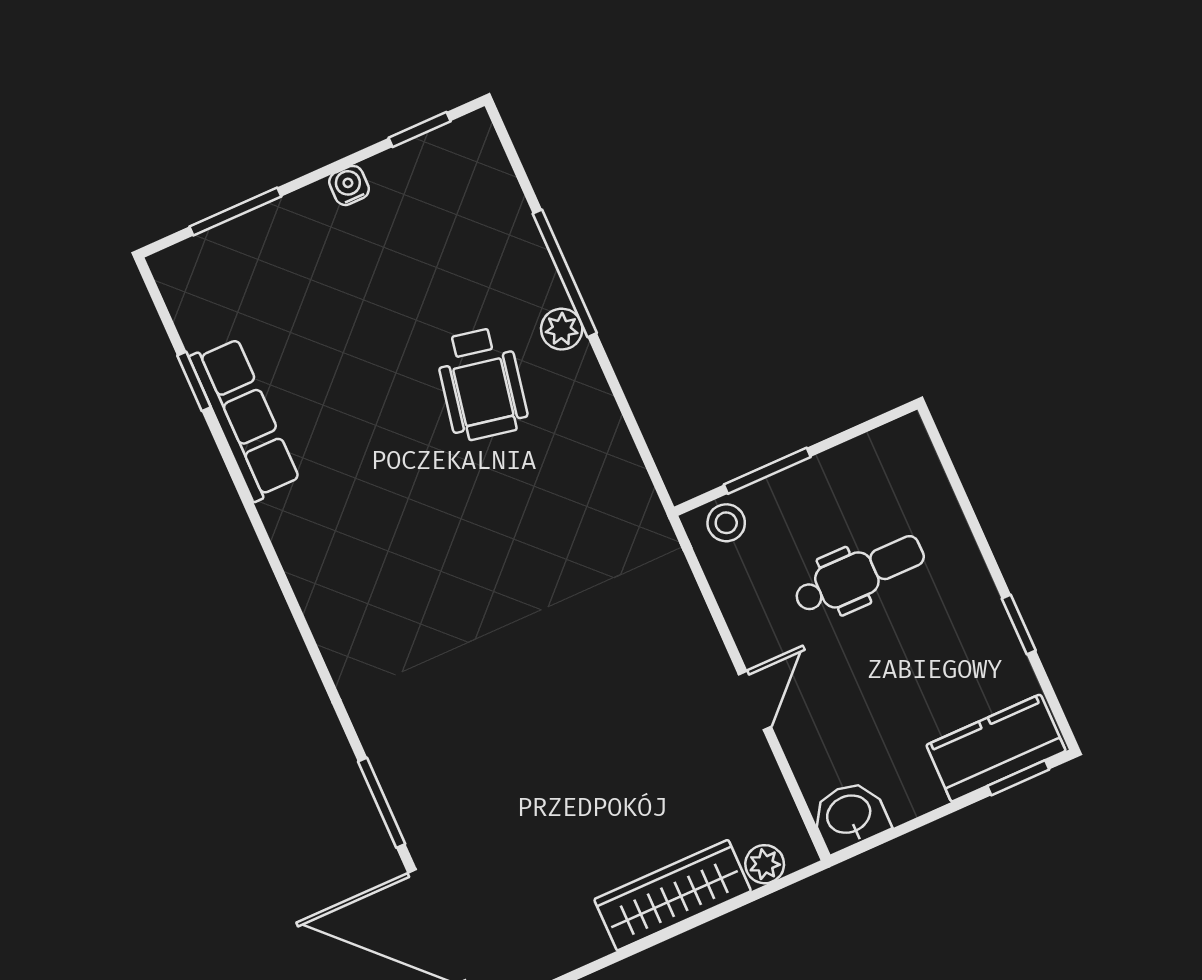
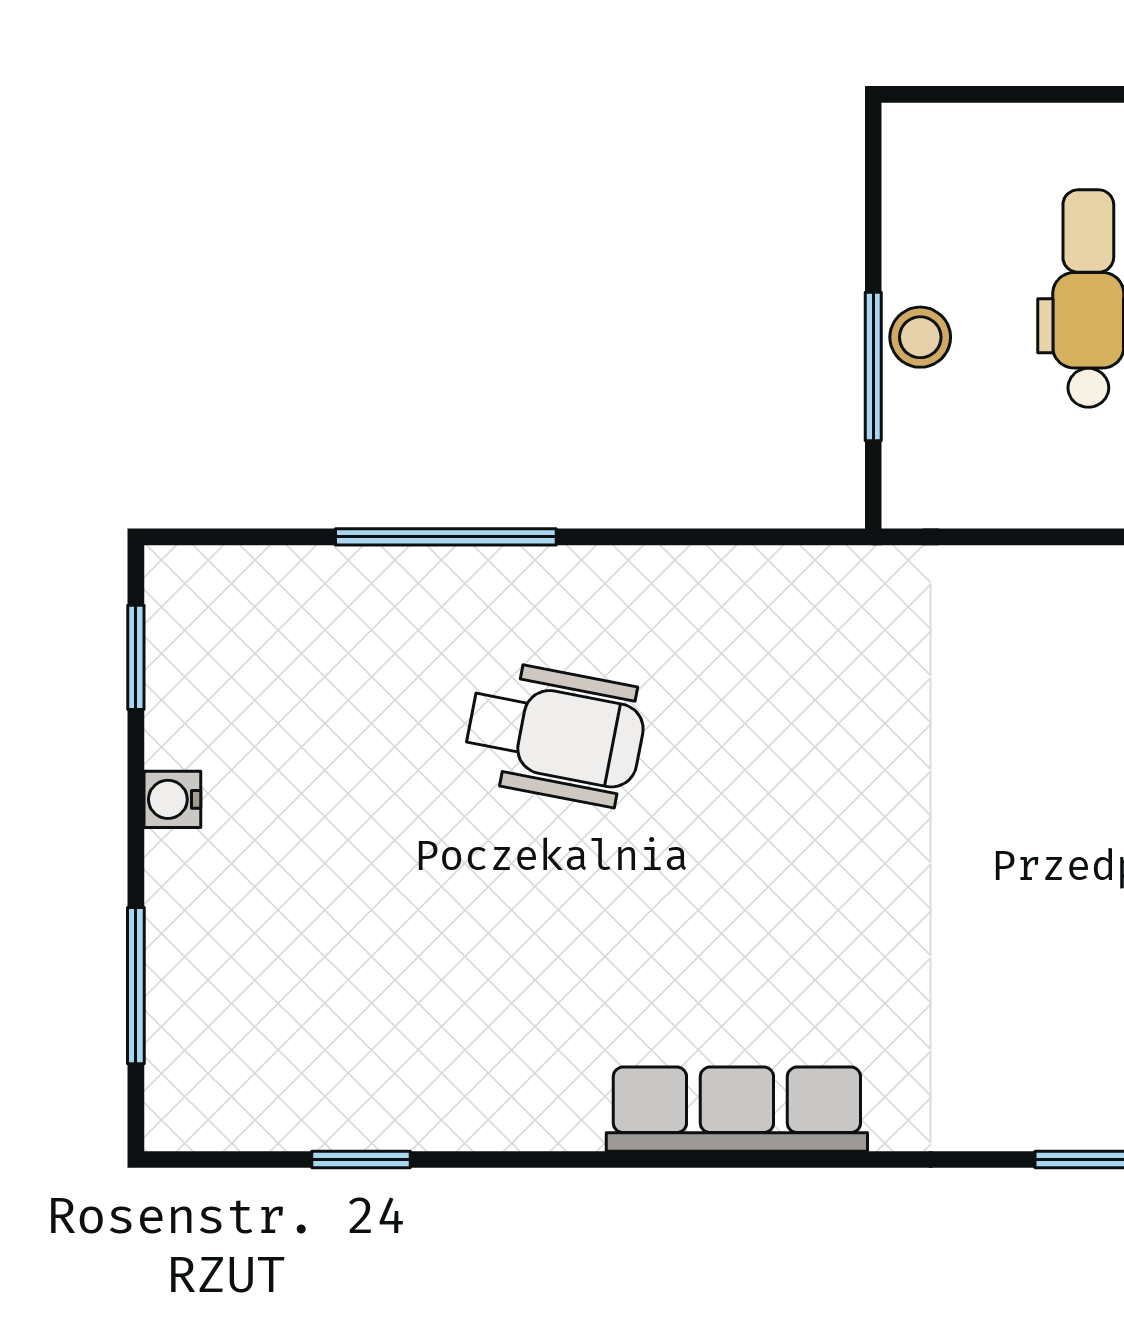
plant: (562, 329) -> (527, 578), removed
row of seats: (245, 419) -> (737, 1109), moved
stool: (726, 523) -> (920, 337), moved

